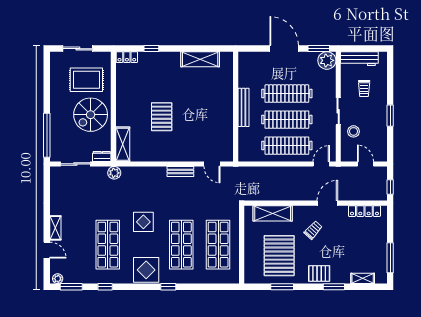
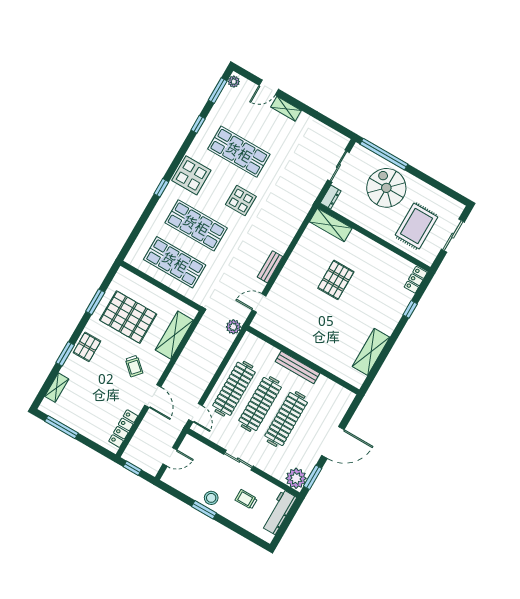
spiral stairs: (91, 115) -> (386, 188), moved
pallet: (162, 117) -> (336, 280), turned 90
stool: (354, 131) -> (211, 498), moved
plant: (114, 173) -> (233, 327), moved

